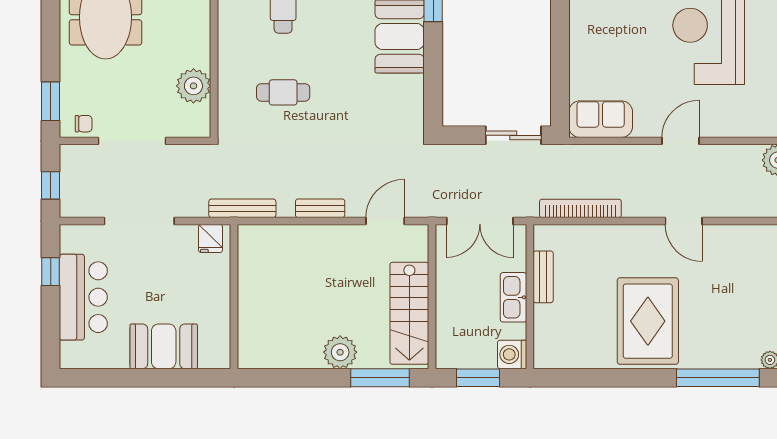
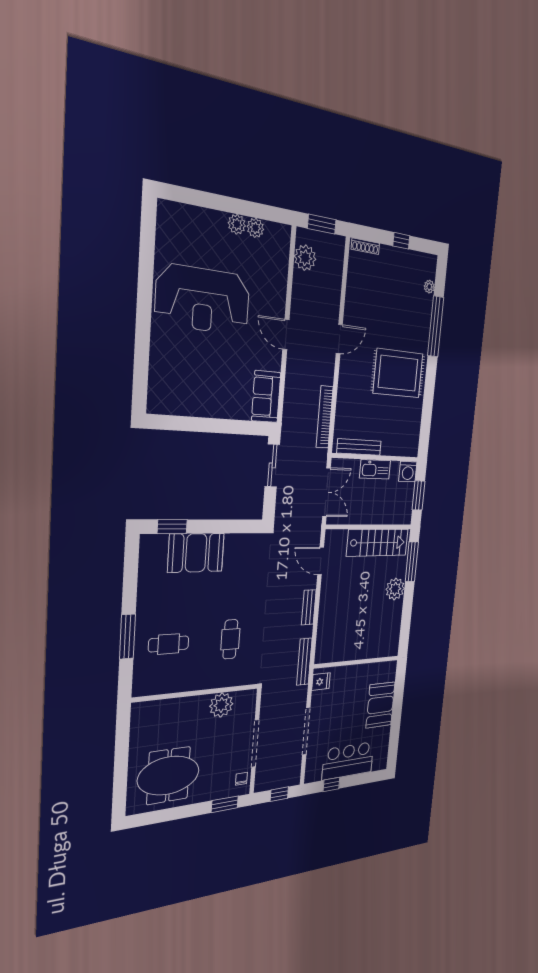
bench: (543, 277) -> (359, 447), width x1.36

